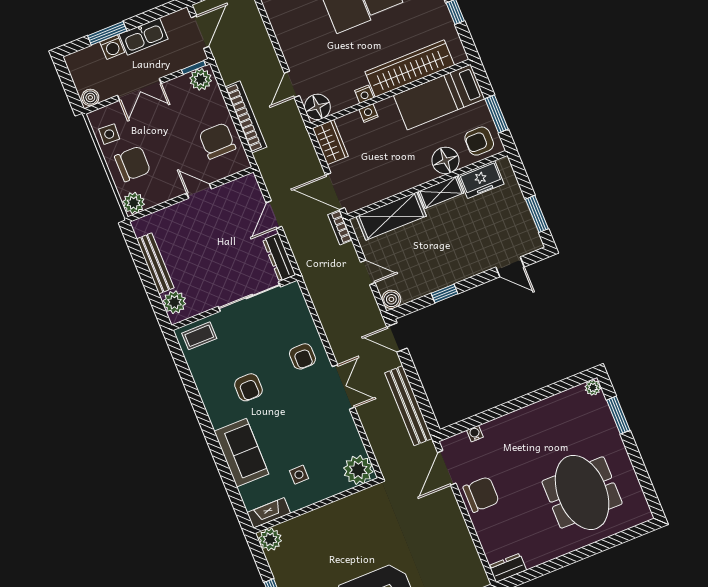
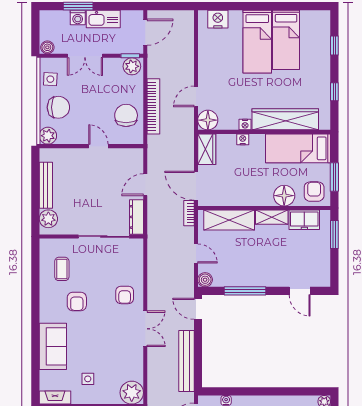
armchair: (479, 141) -> (314, 192), turned 90
window: (537, 214) -> (334, 234), moved
window: (444, 293) -> (245, 291), width x2.17
coffee table: (199, 336) -> (62, 269), moved, turned 90

